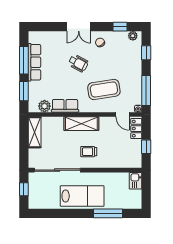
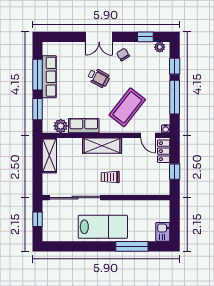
coffee table: (104, 89) -> (127, 107), turned -43
window: (146, 91) -> (175, 97), moved
kitchen sink: (136, 181) -> (163, 232), moved

